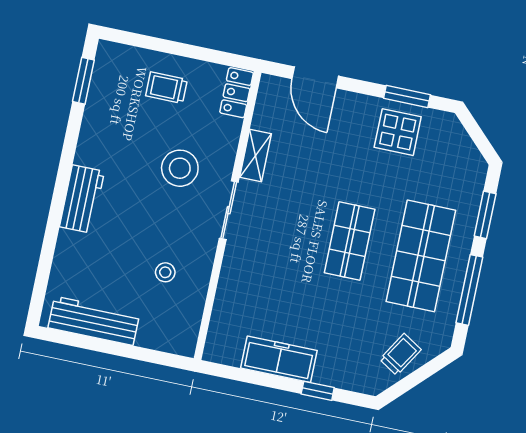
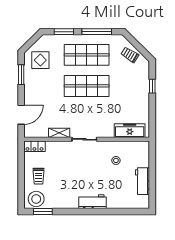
display table: (398, 132) -> (40, 60), moved
stool: (180, 168) -> (36, 199), moved
shop shelf: (350, 241) -> (87, 86), width x1.43, depth x1.36
workbench: (94, 321) -> (142, 181), width x0.73
freezer: (279, 359) -> (130, 131), moved, turned 90

